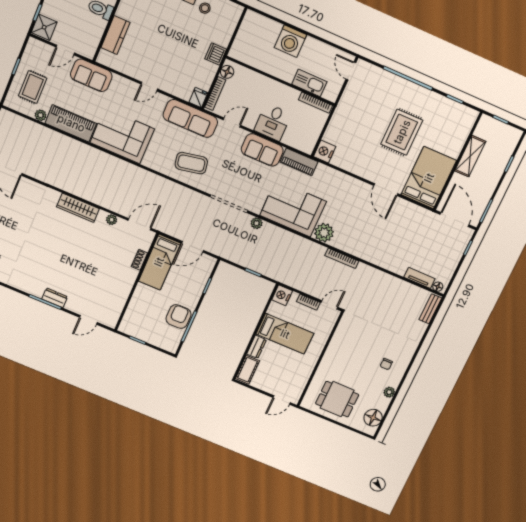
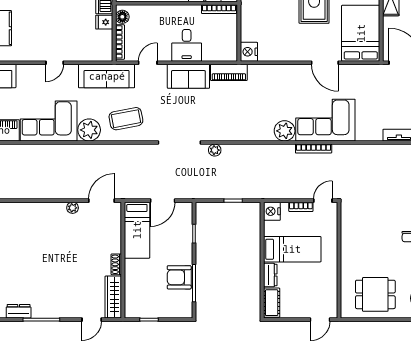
fridge: (198, 98) -> (104, 22), moved, turned -90
plant: (155, 159) -> (89, 130), added
wardrobe: (78, 208) -> (113, 297), moved, turned 90
corner sofa: (293, 208) -> (325, 120), moved
shoe rack: (139, 260) -> (116, 264), moved
dresser: (55, 298) -> (19, 311), moved
armchair: (178, 317) -> (179, 277), turned -90

